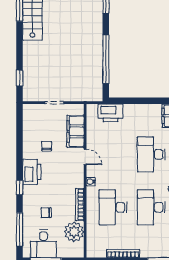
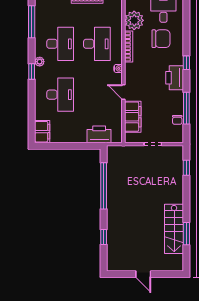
chair: (47, 146) -> (177, 120), moved
chair: (46, 213) -> (161, 39), width x1.87, depth x1.87
window: (20, 229) -> (186, 108), moved

